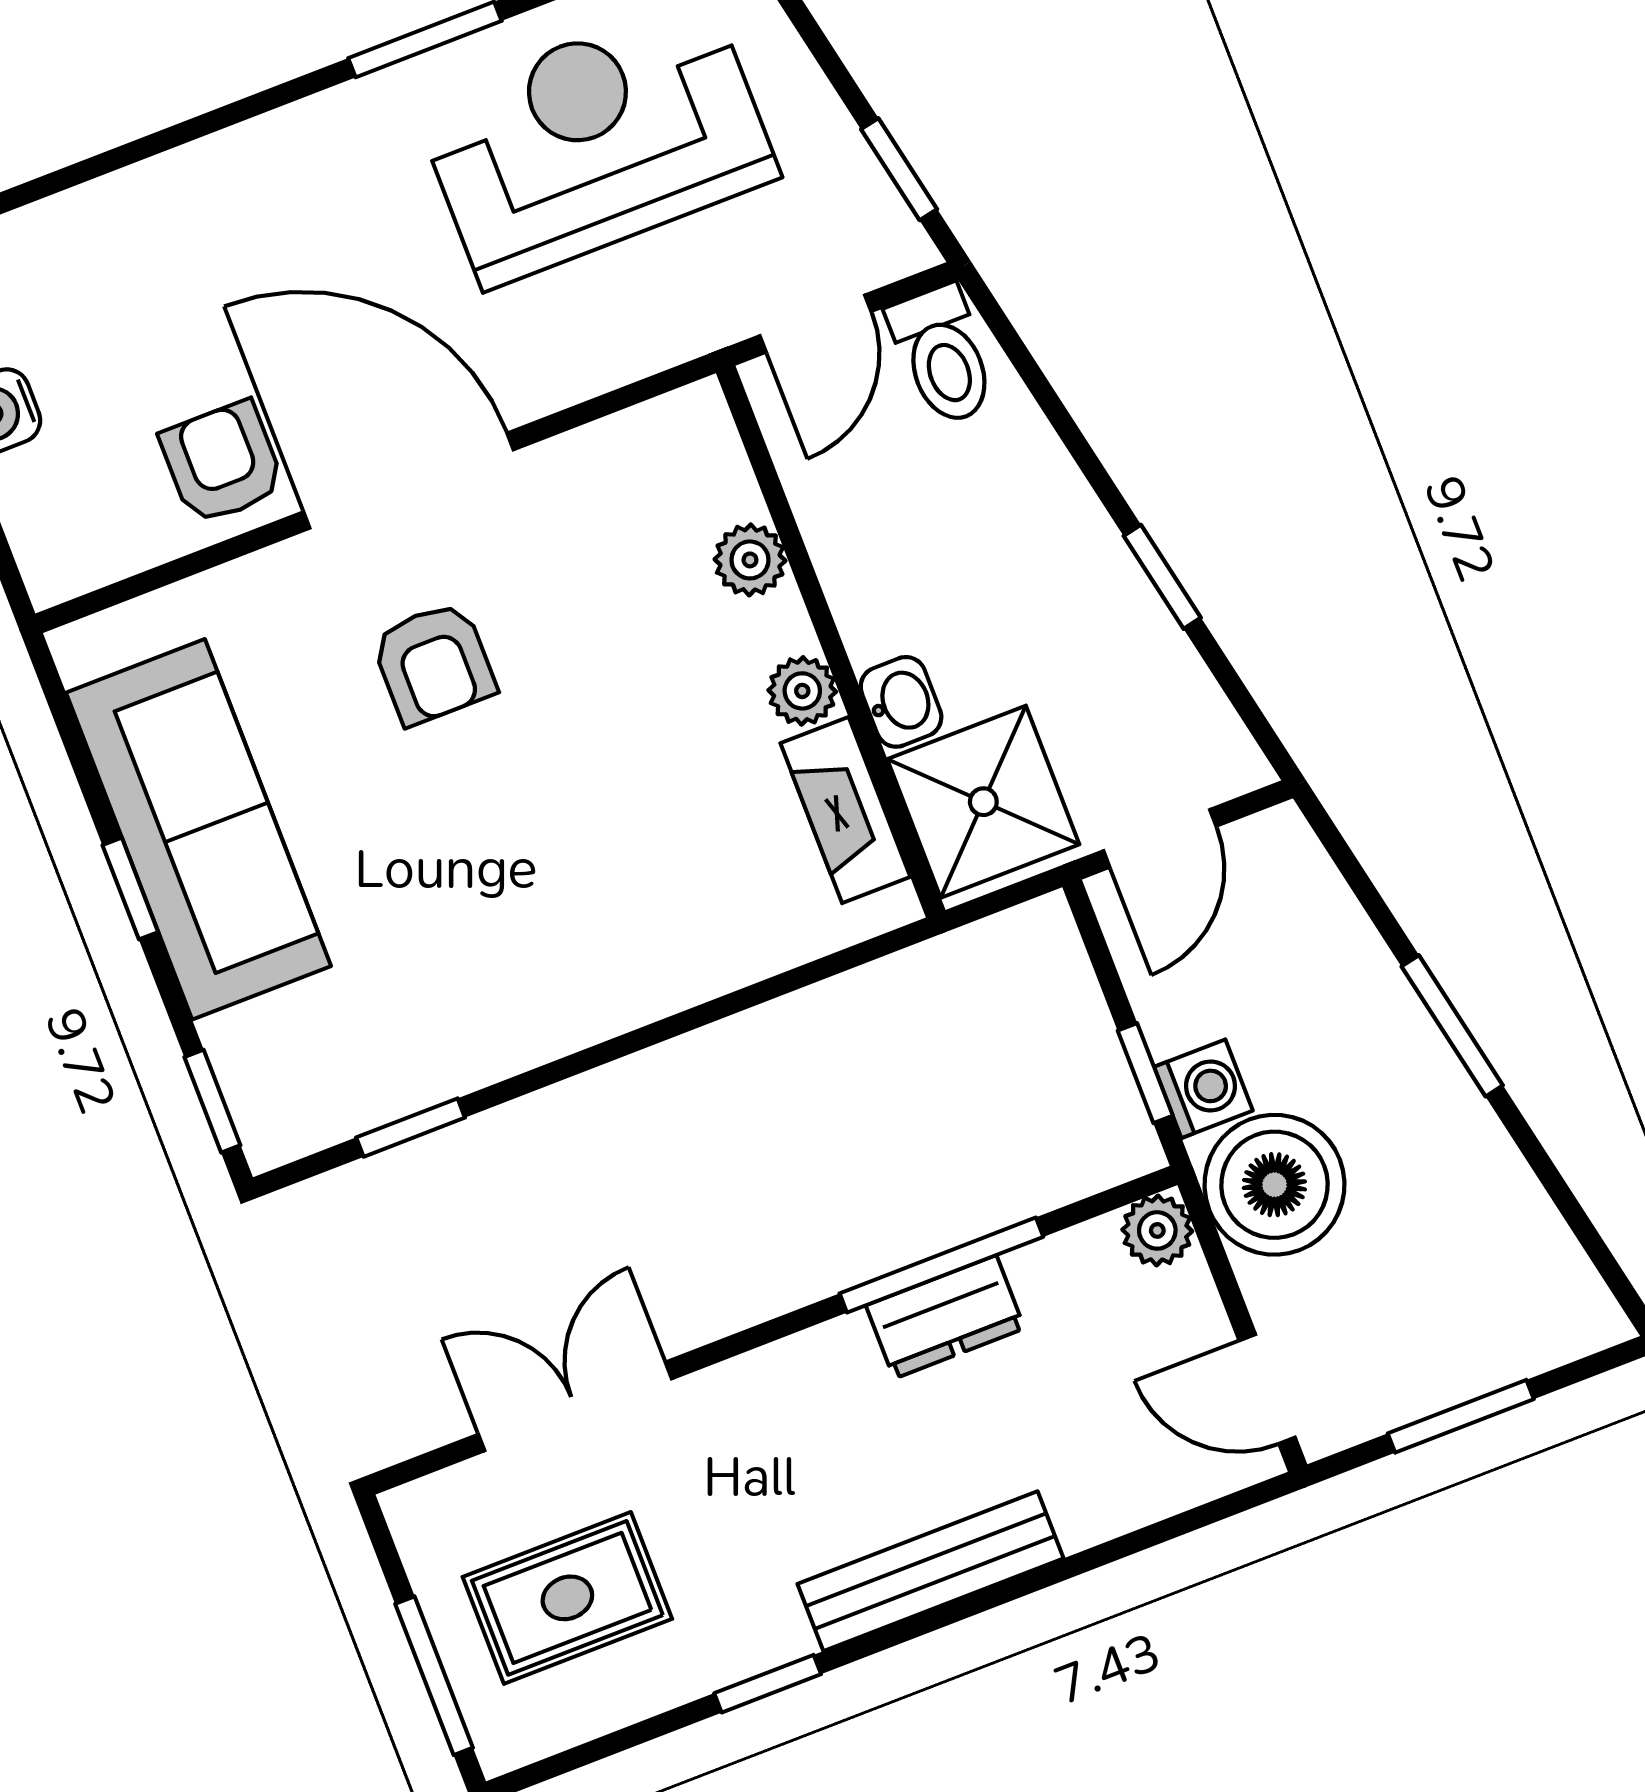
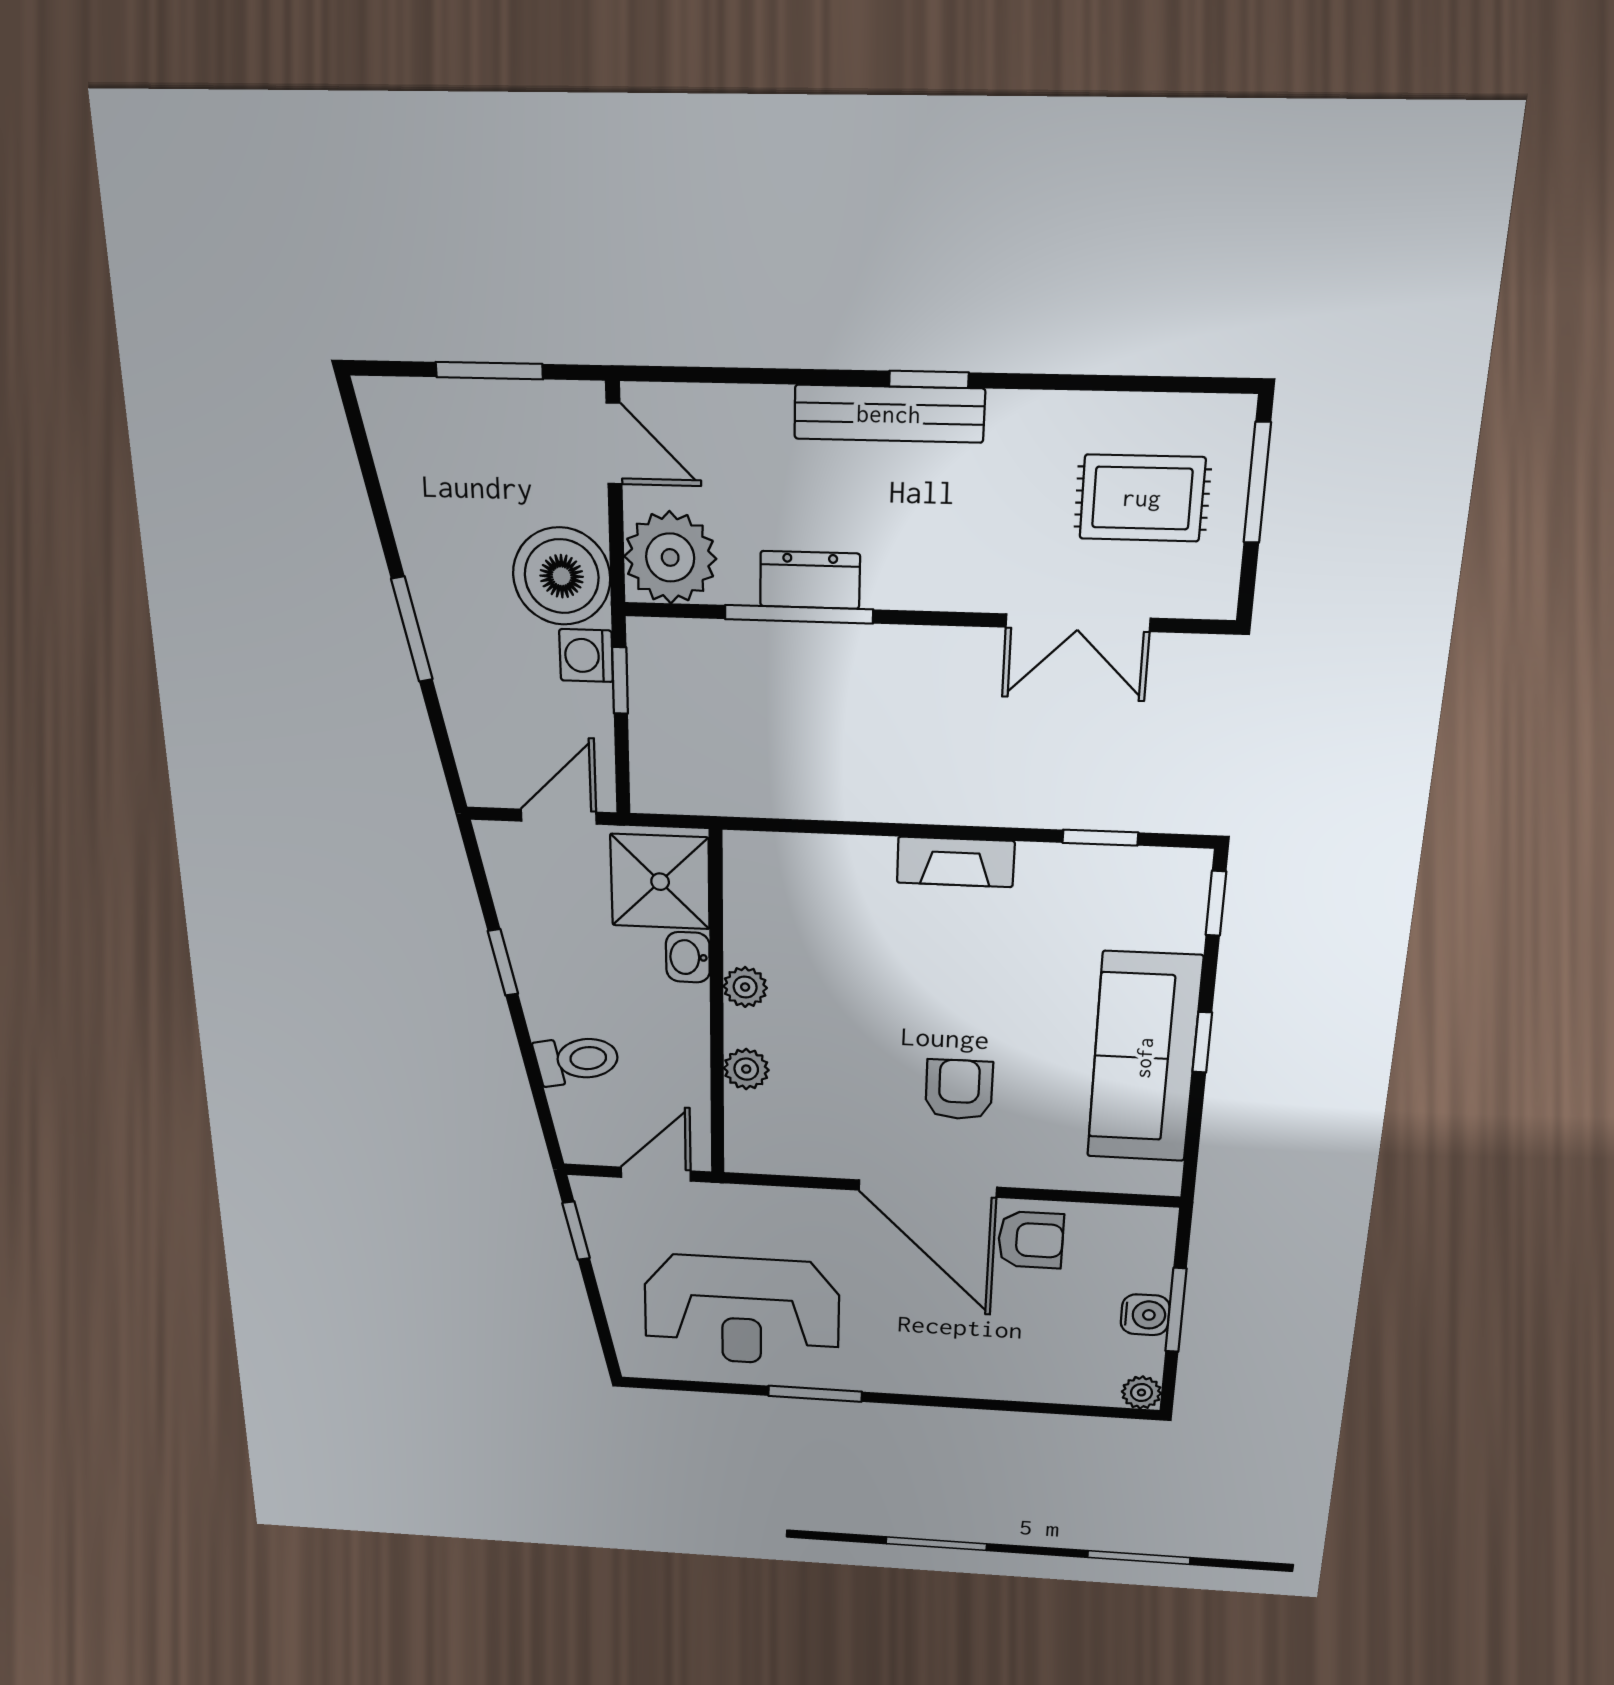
toilet: (943, 355) -> (577, 1060), moved, turned 78
armchair: (222, 463) -> (1031, 1240), turned -90
fireplace: (845, 810) -> (956, 862), moved, turned 90
plant: (1157, 1230) -> (670, 557), width x1.88, depth x1.88
window: (768, 1684) -> (929, 379), moved

